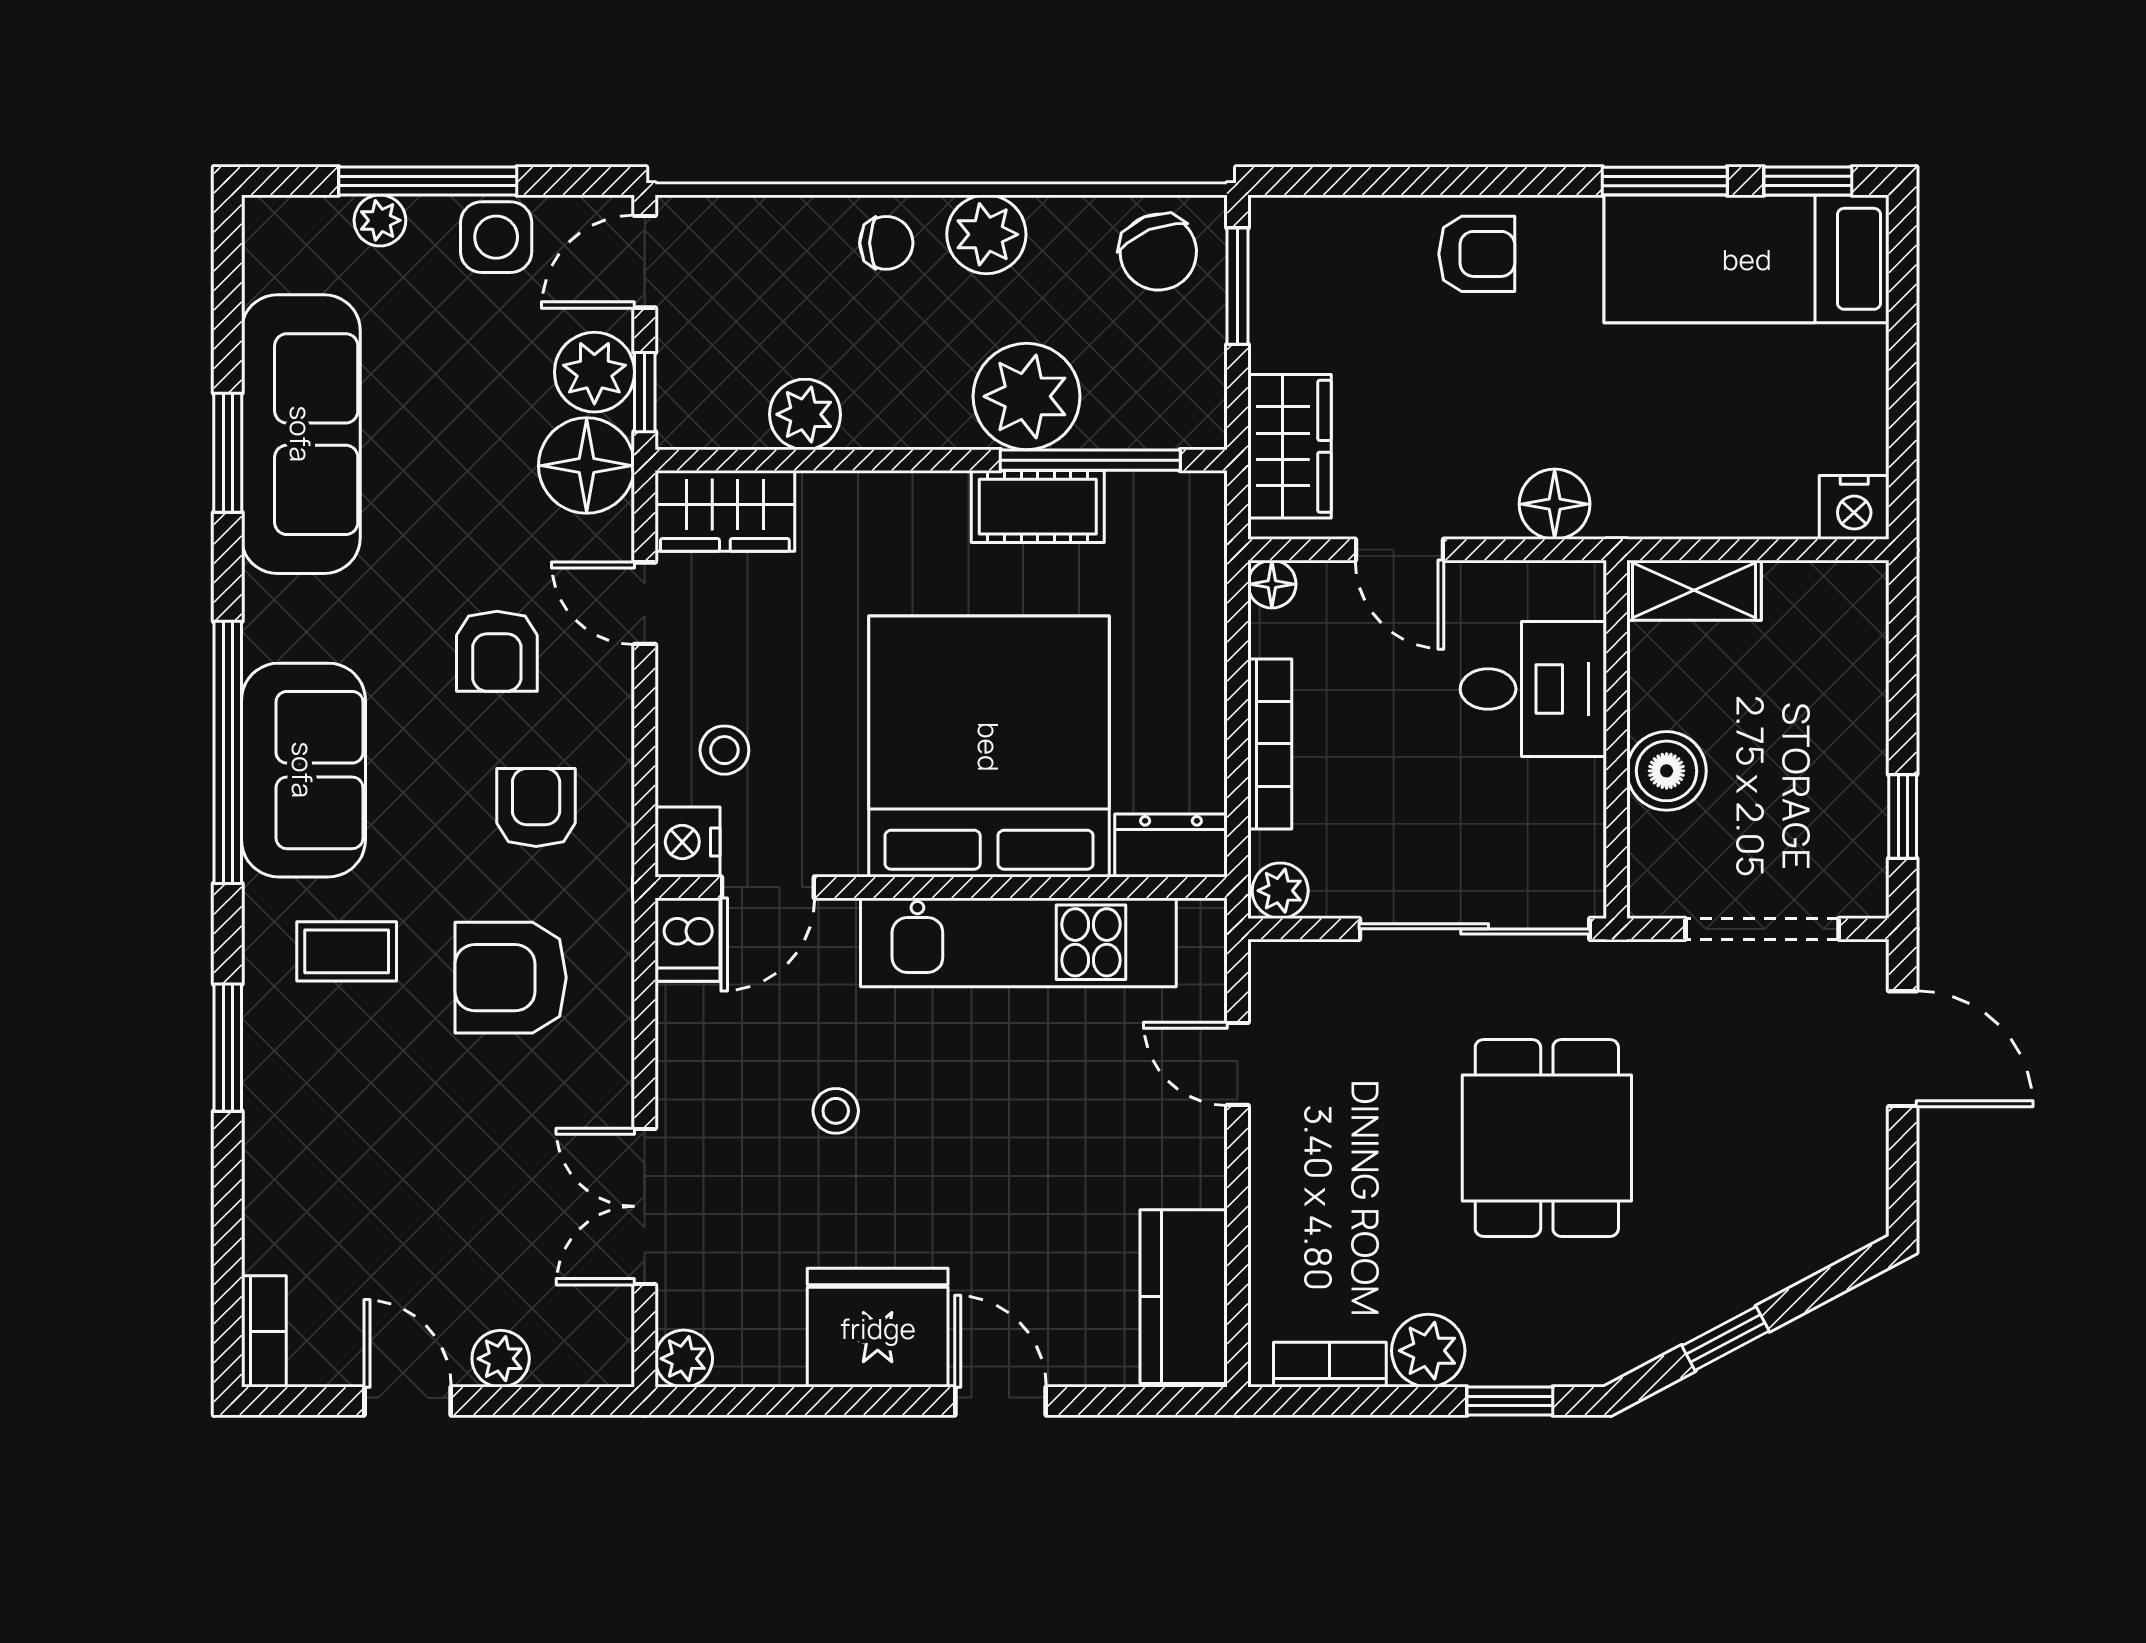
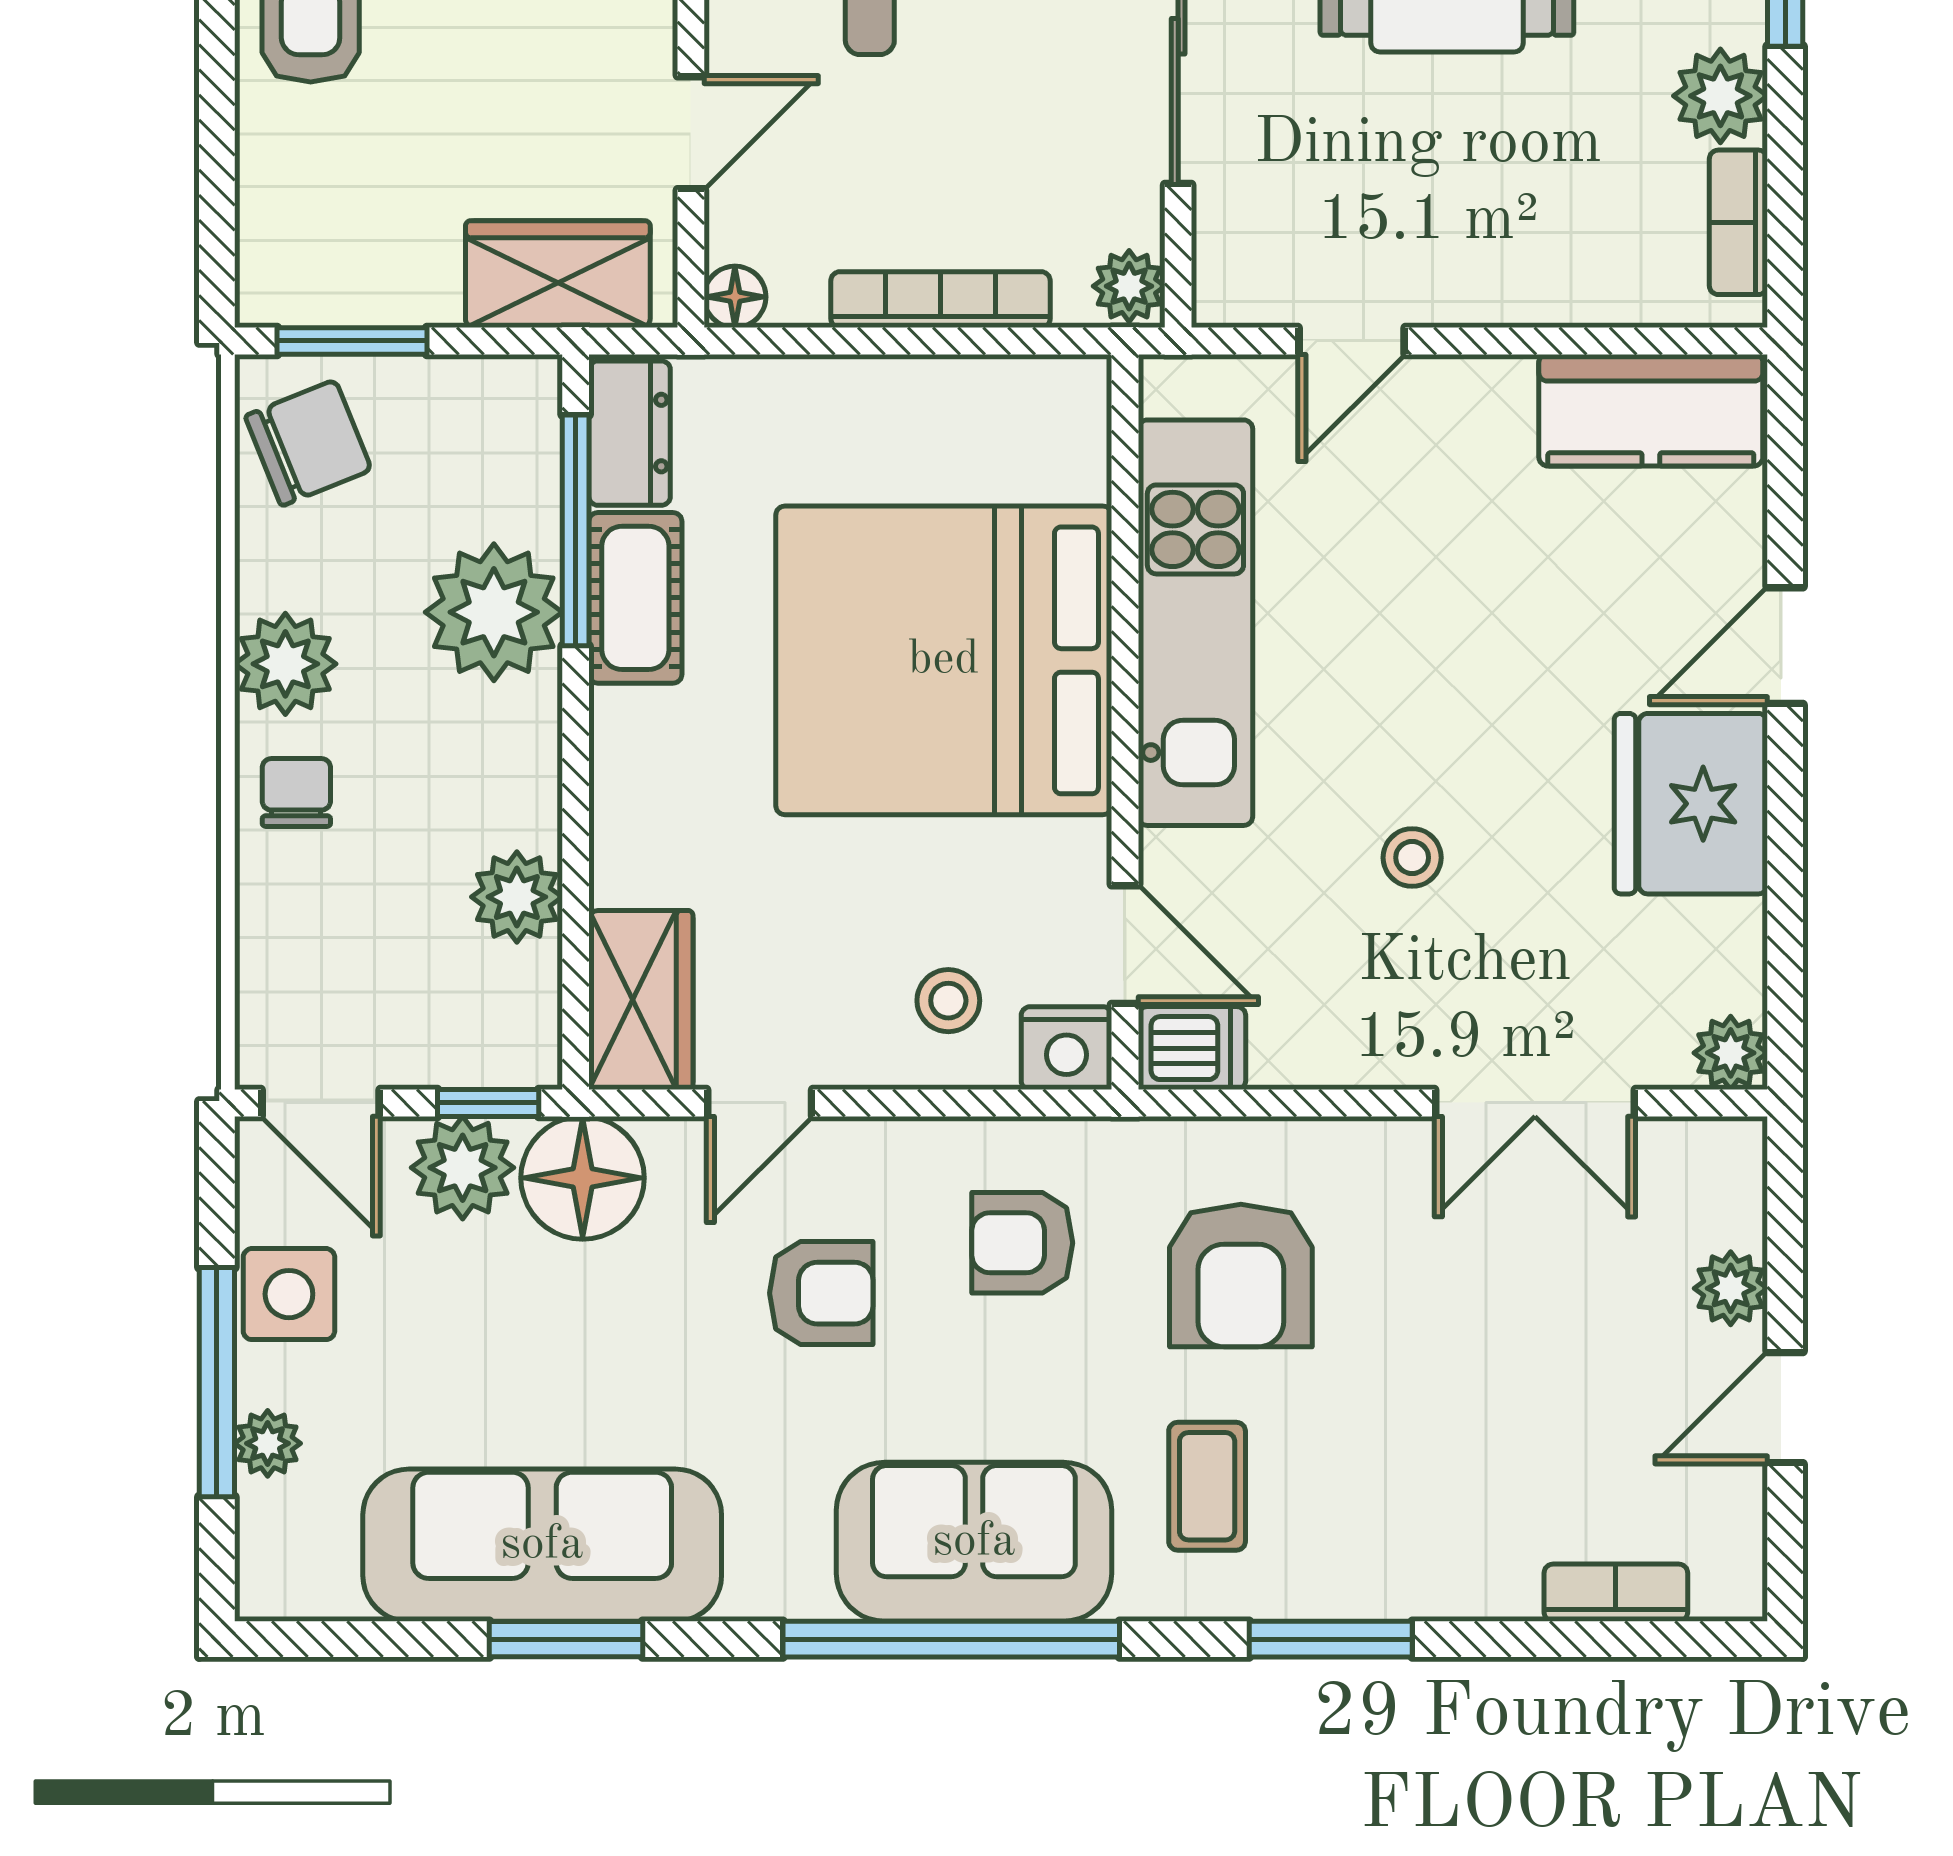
dresser: (1171, 846) -> (630, 433), moved, turned 180
bookcase: (264, 1331) -> (1616, 1593), moved

